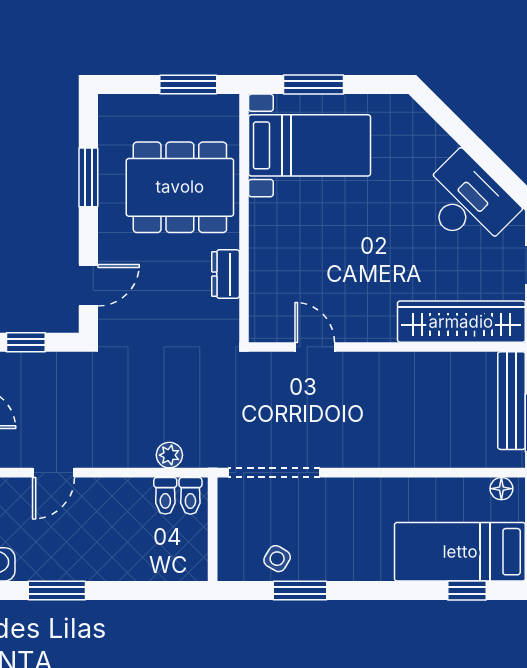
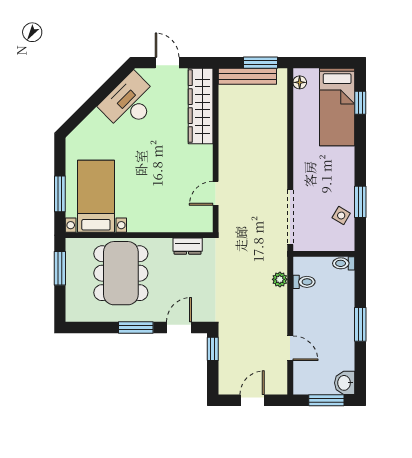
window: (88, 177) -> (136, 327), moved
dresser: (226, 274) -> (188, 246), moved
door: (88, 285) -> (179, 327), hinge flipped
window: (26, 342) -> (213, 349), moved
toilet: (190, 496) -> (344, 263), moved, turned 180
window: (57, 591) -> (360, 324), moved

